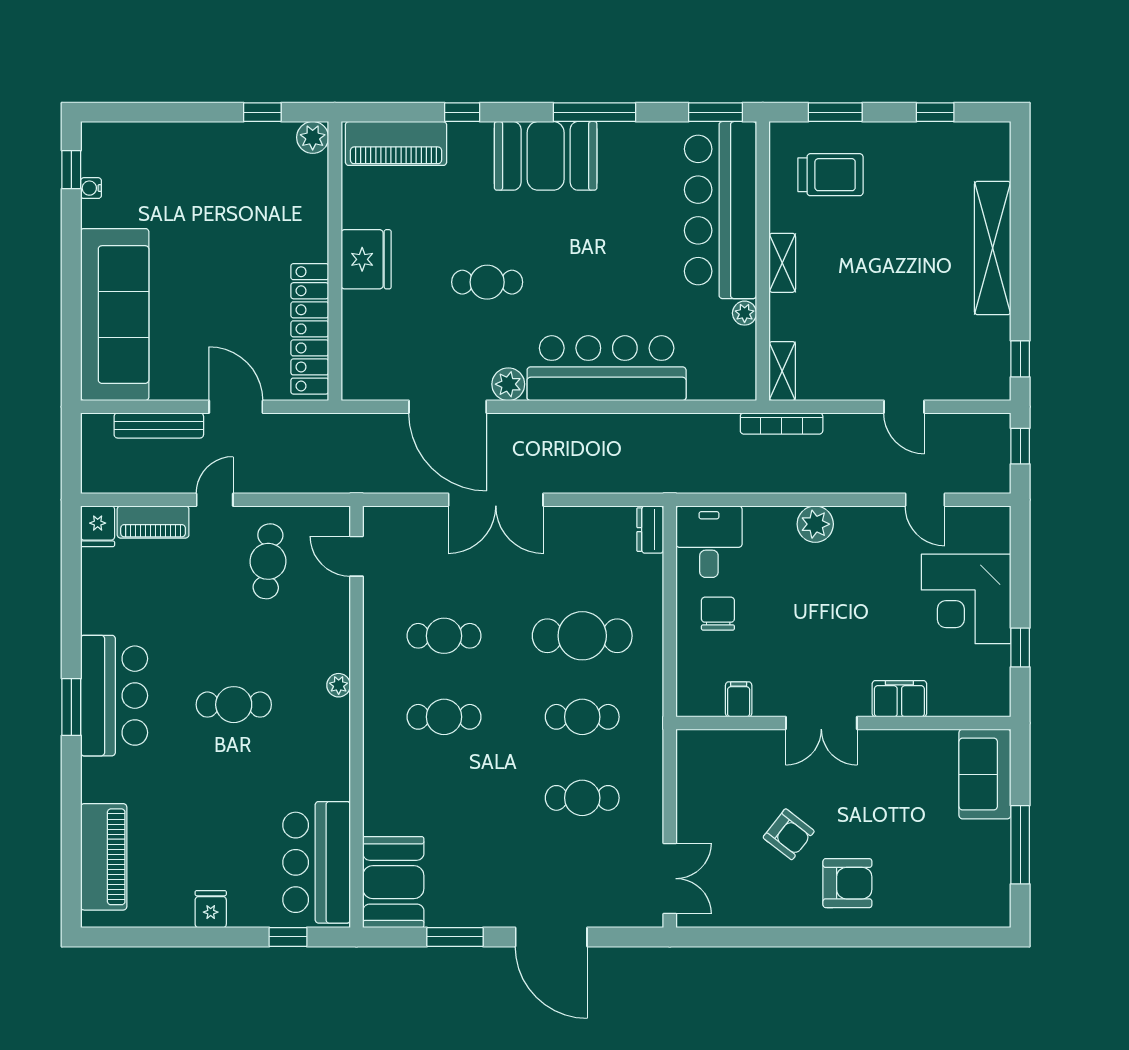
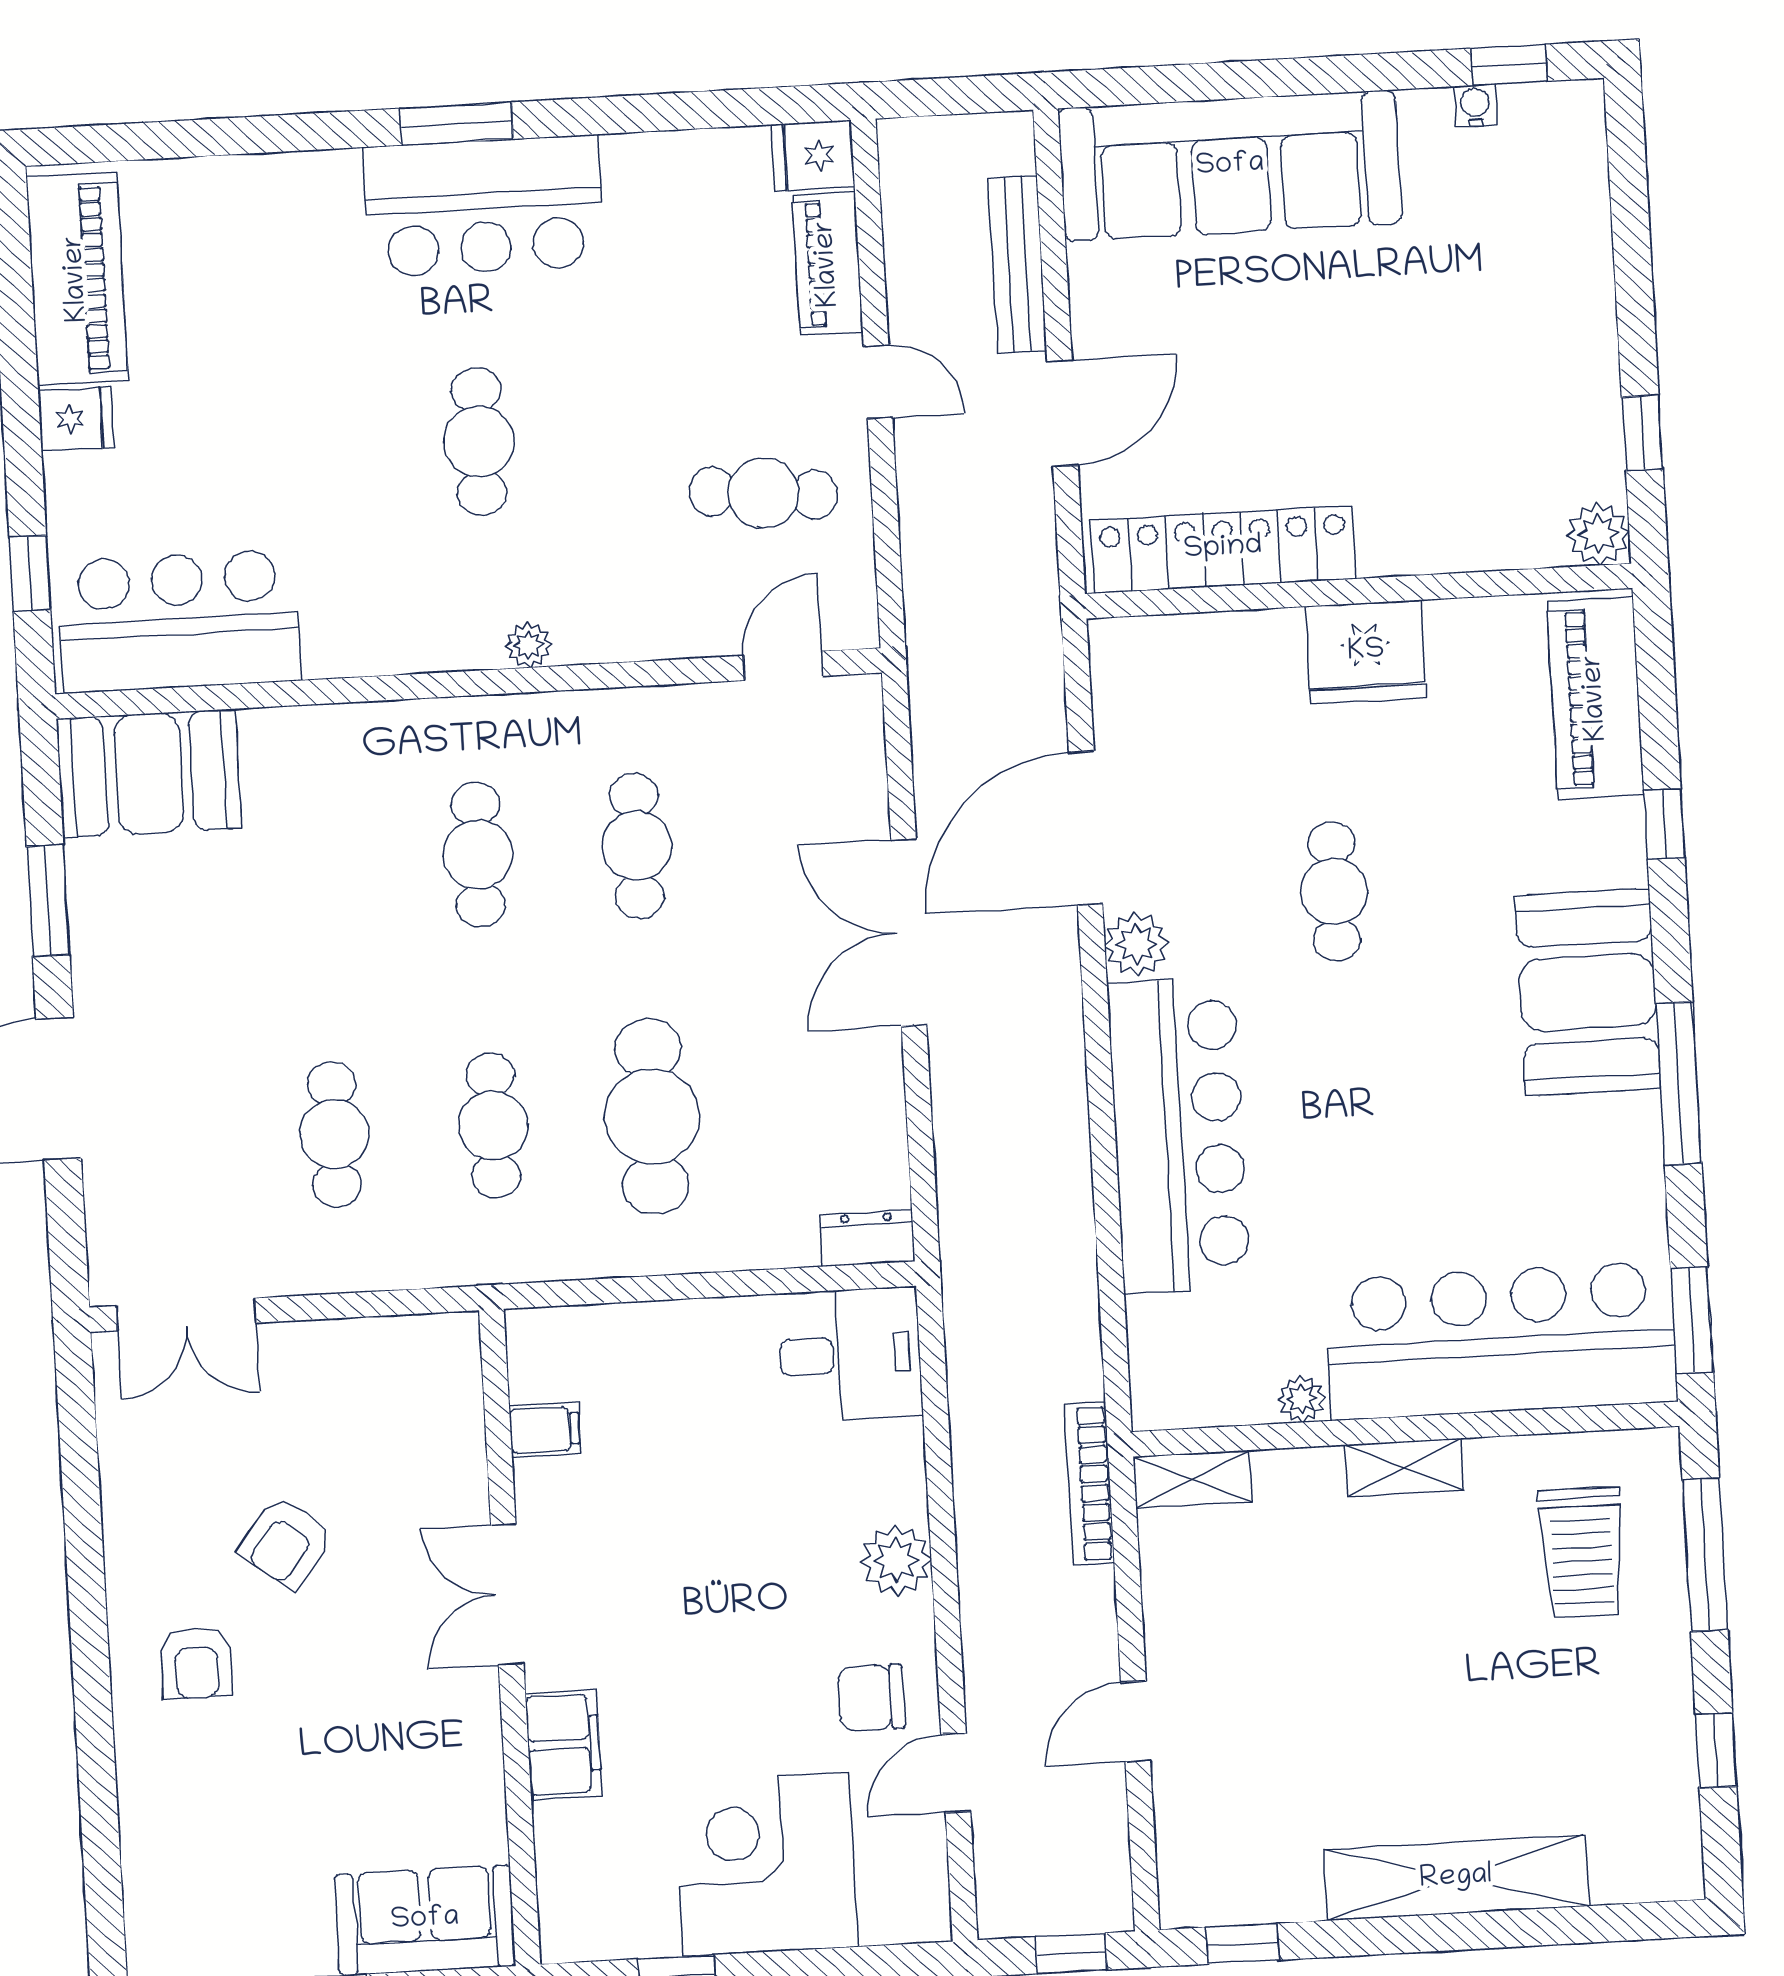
window: (835, 112) -> (1705, 1555), width x1.44
chair: (718, 614) -> (871, 1698), moved, turned 180
piano: (104, 857) -> (77, 279), moved, turned -90
armchair: (847, 883) -> (197, 1663), width x0.72, depth x0.72

